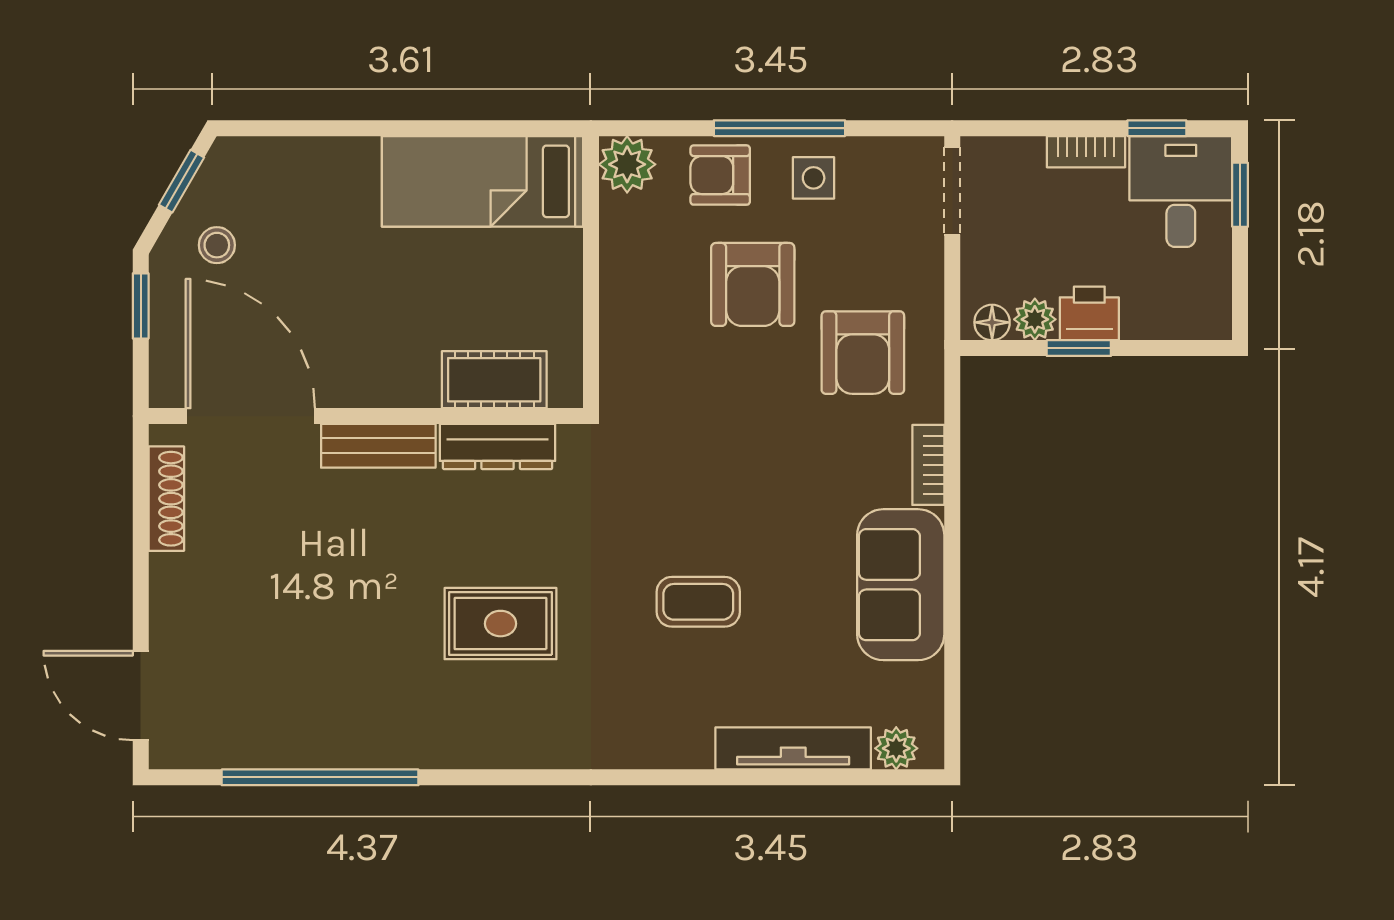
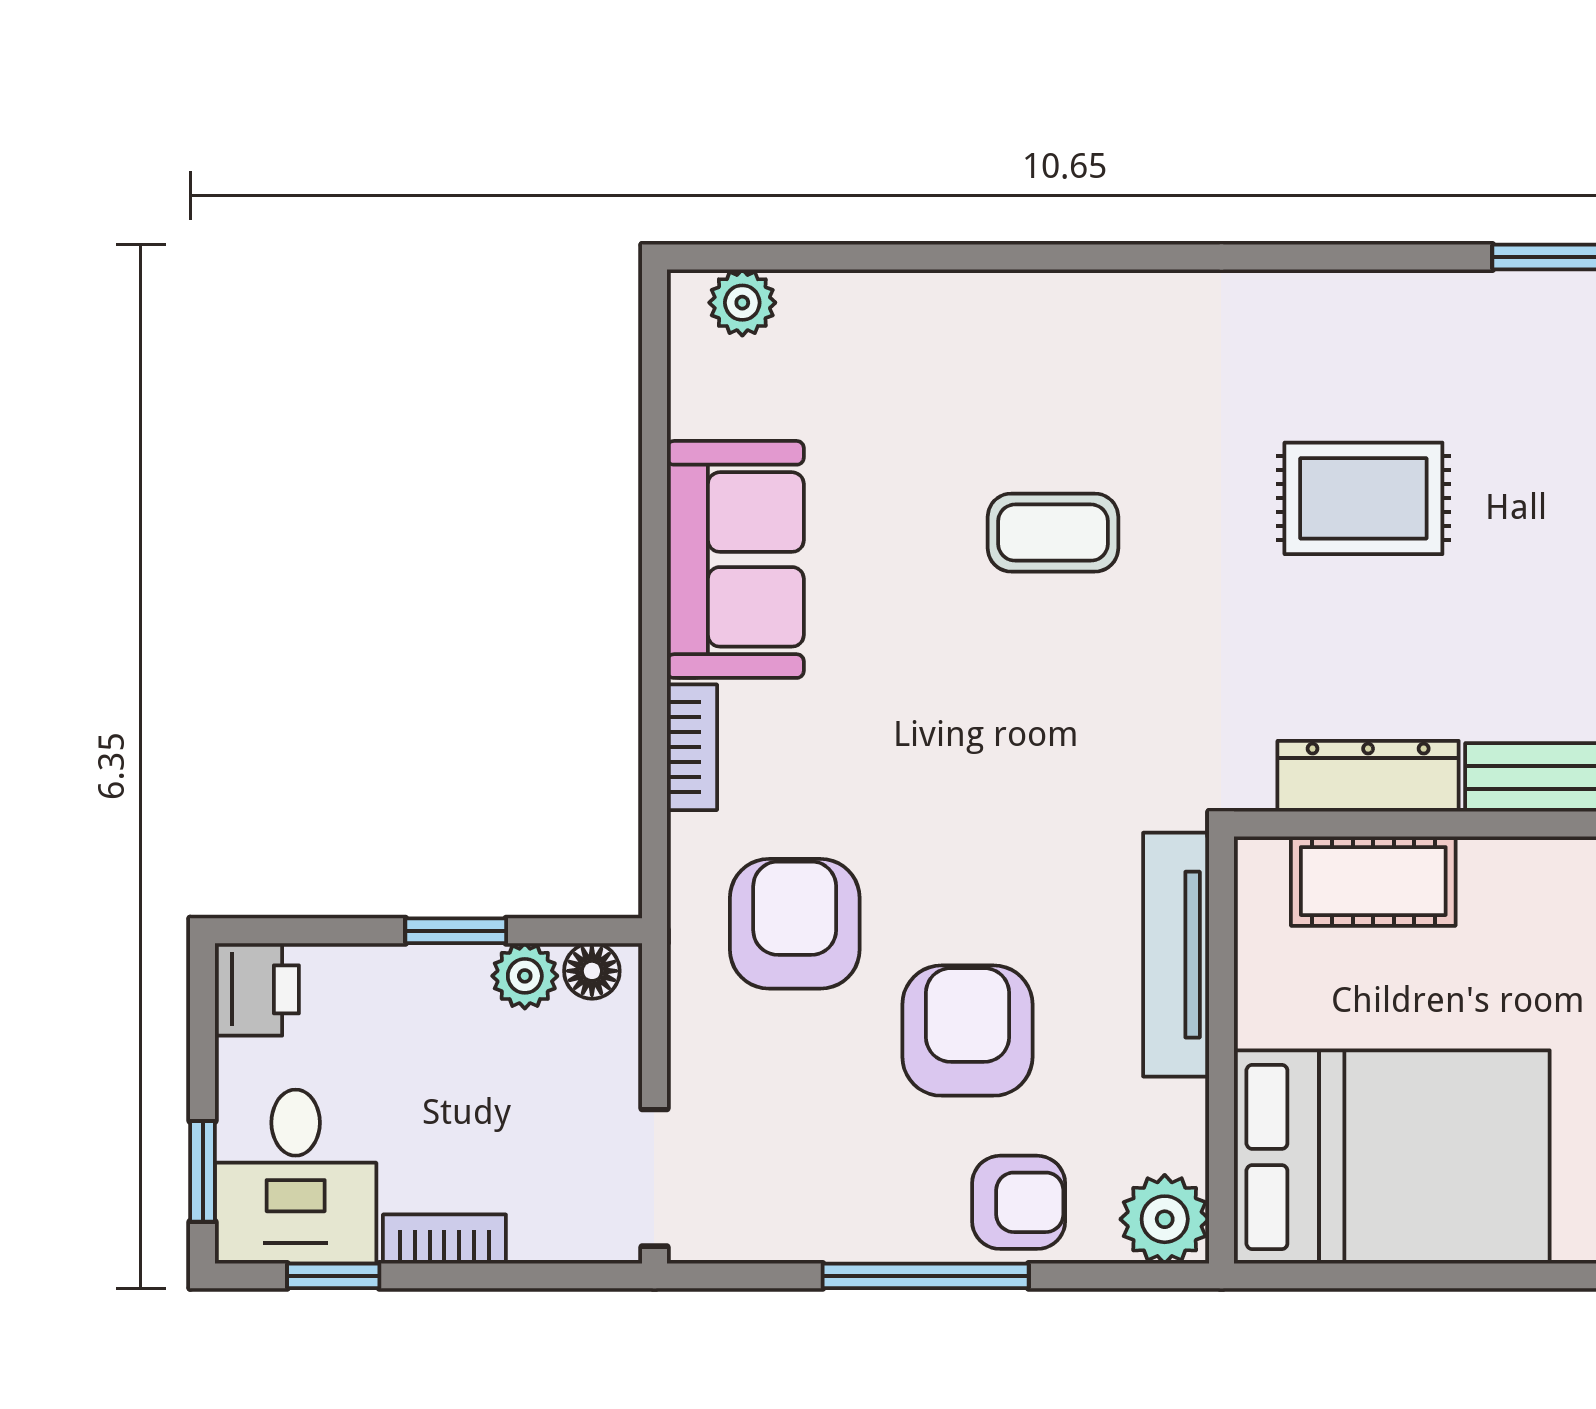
side table: (814, 178) -> (872, 1198), removed
bed: (482, 181) -> (1392, 1157), width x1.50
printer: (1089, 313) -> (257, 989), moved, turned -90
tv unit: (793, 748) -> (1176, 955), moved, turned 90

